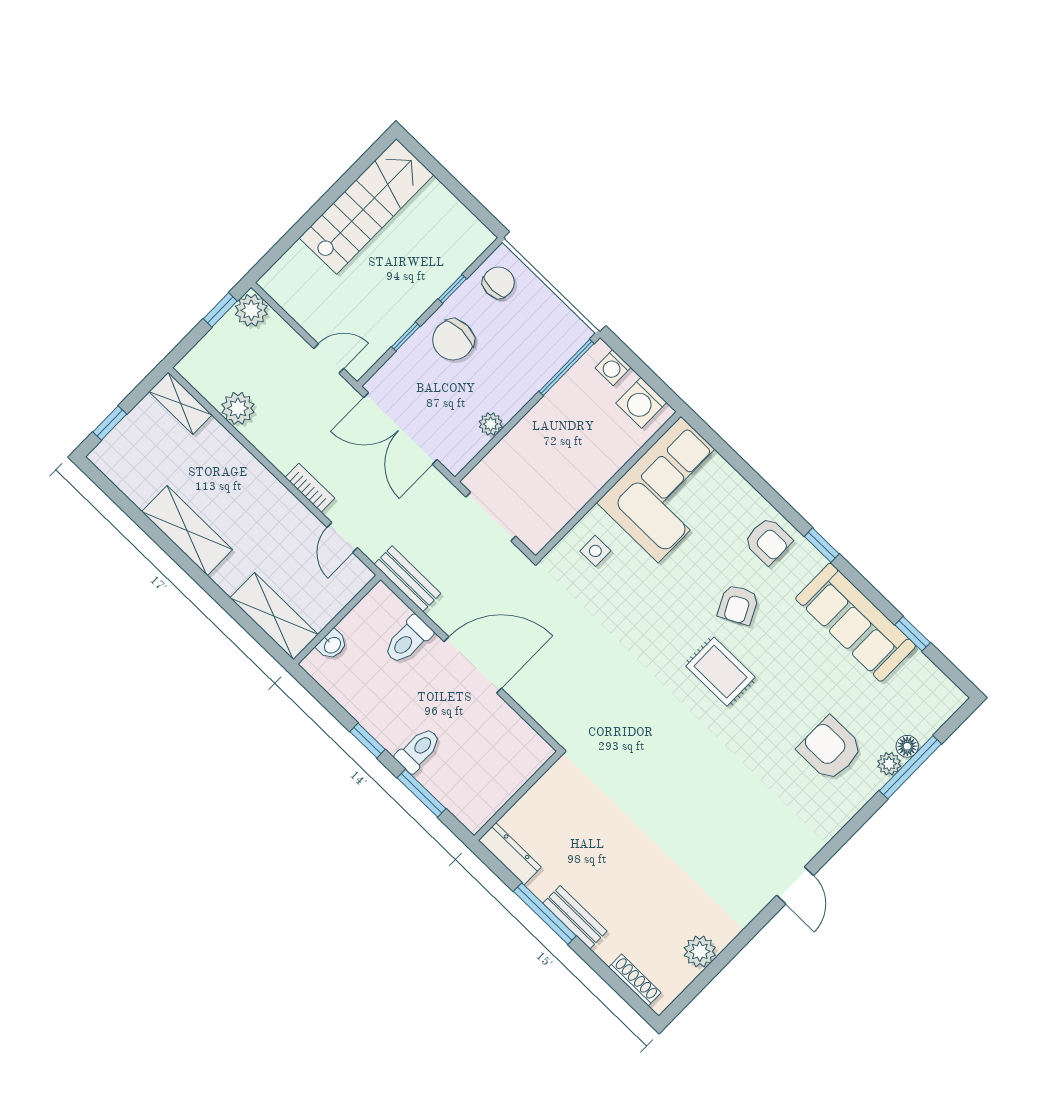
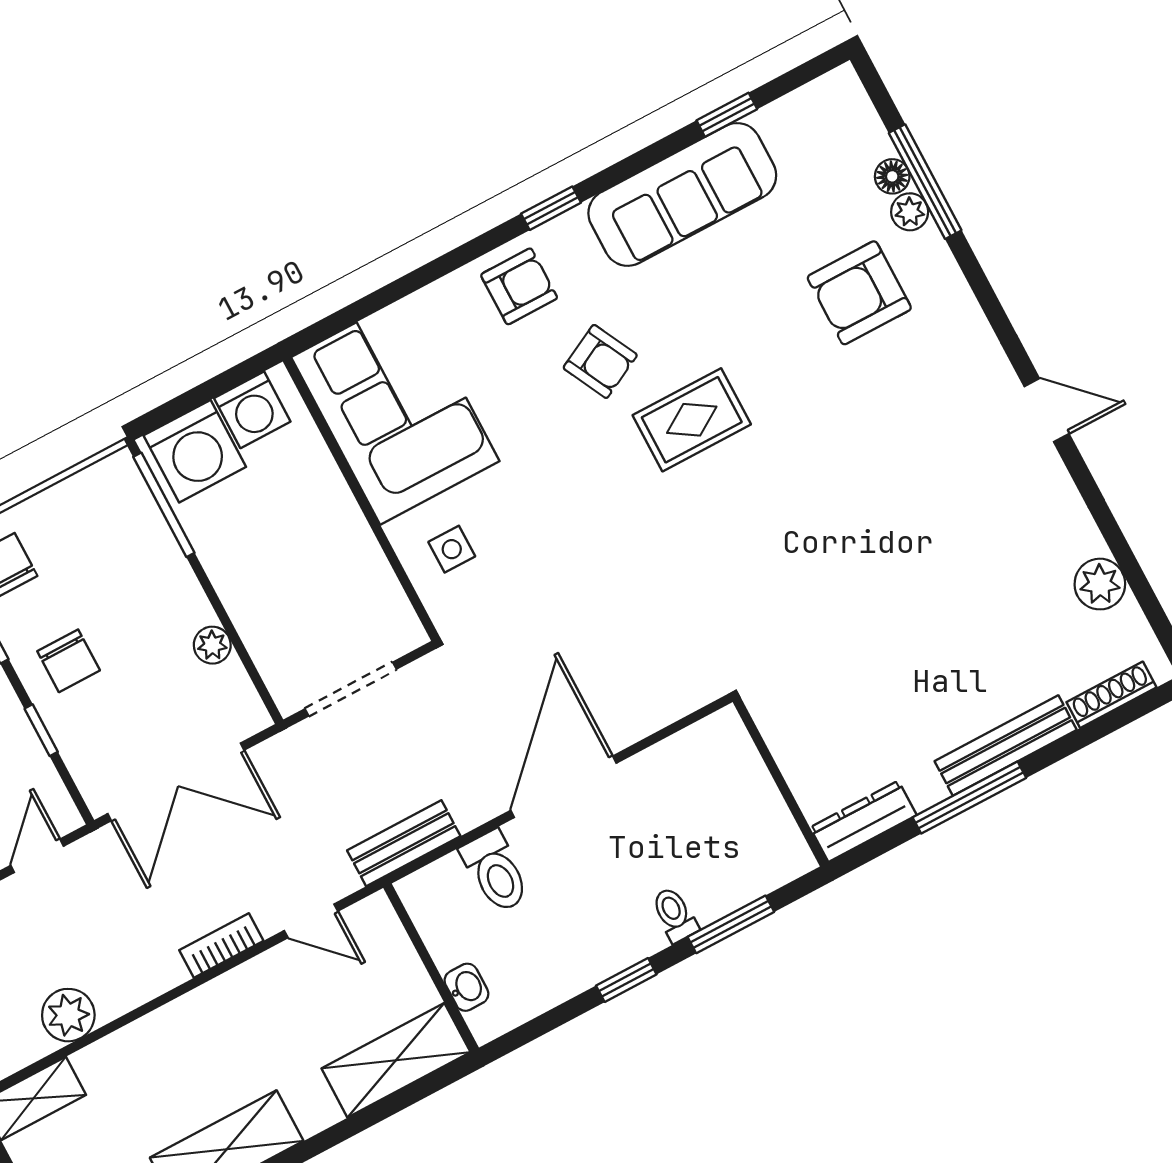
chair: (453, 340) -> (69, 661), width x0.73, depth x0.73
washing machine: (613, 368) -> (195, 451), width x1.89, depth x1.89
toilet: (418, 750) -> (674, 915), width x0.73, depth x0.72
bench: (575, 917) -> (1006, 745), width x1.36

